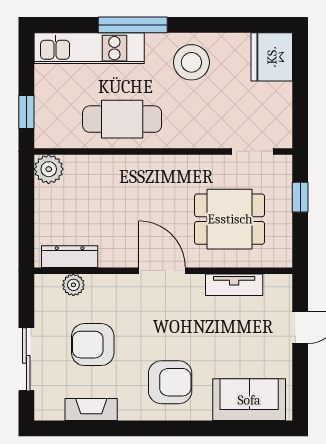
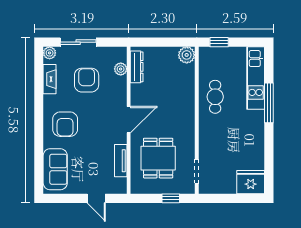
stool: (191, 62) -> (248, 136), removed
cafe table: (122, 119) -> (215, 97), width x0.73, depth x0.74
plant: (45, 409) -> (50, 53), added

